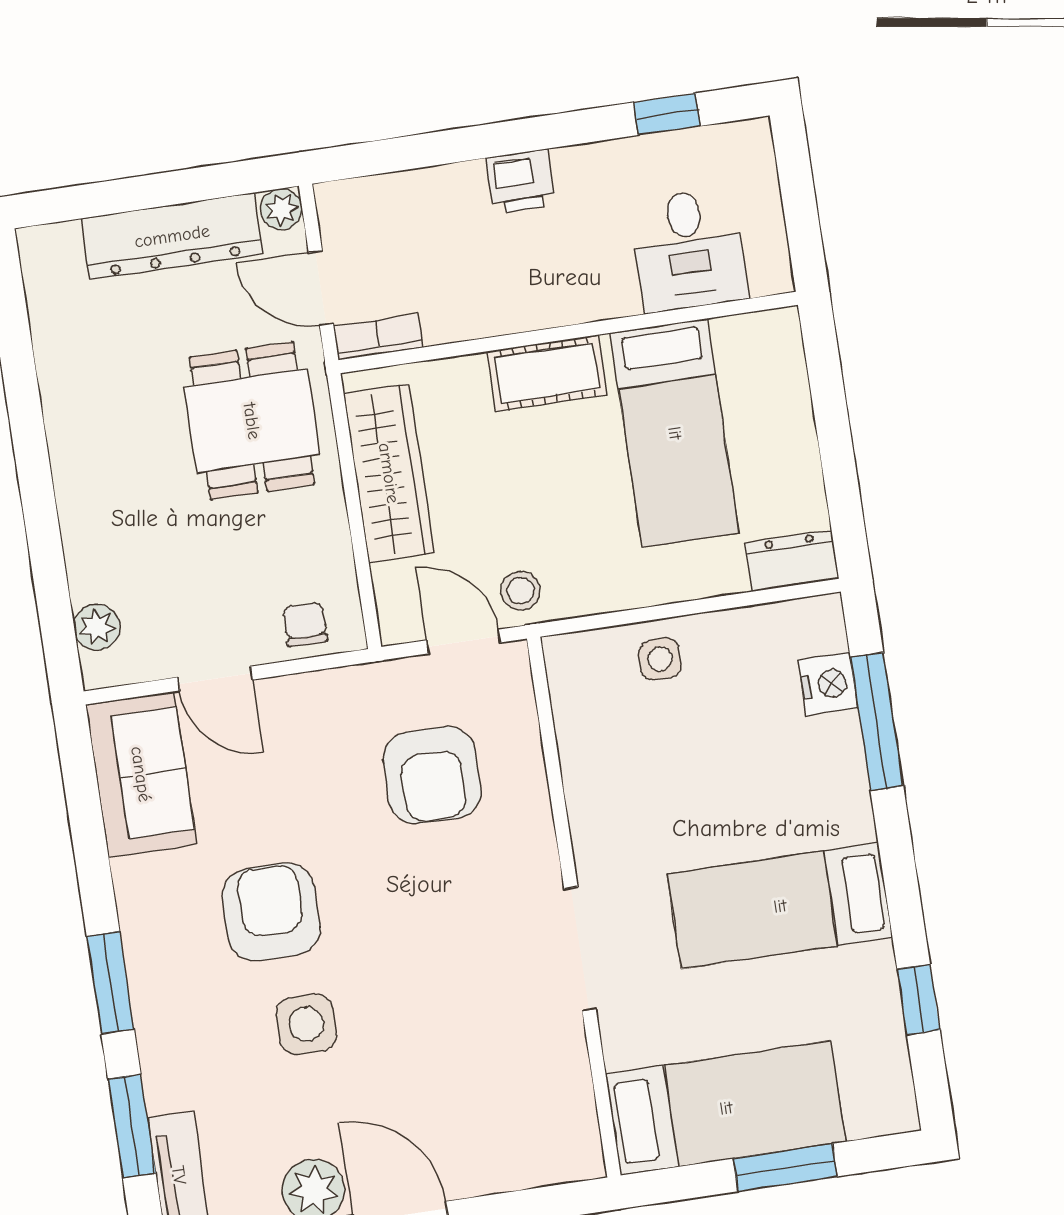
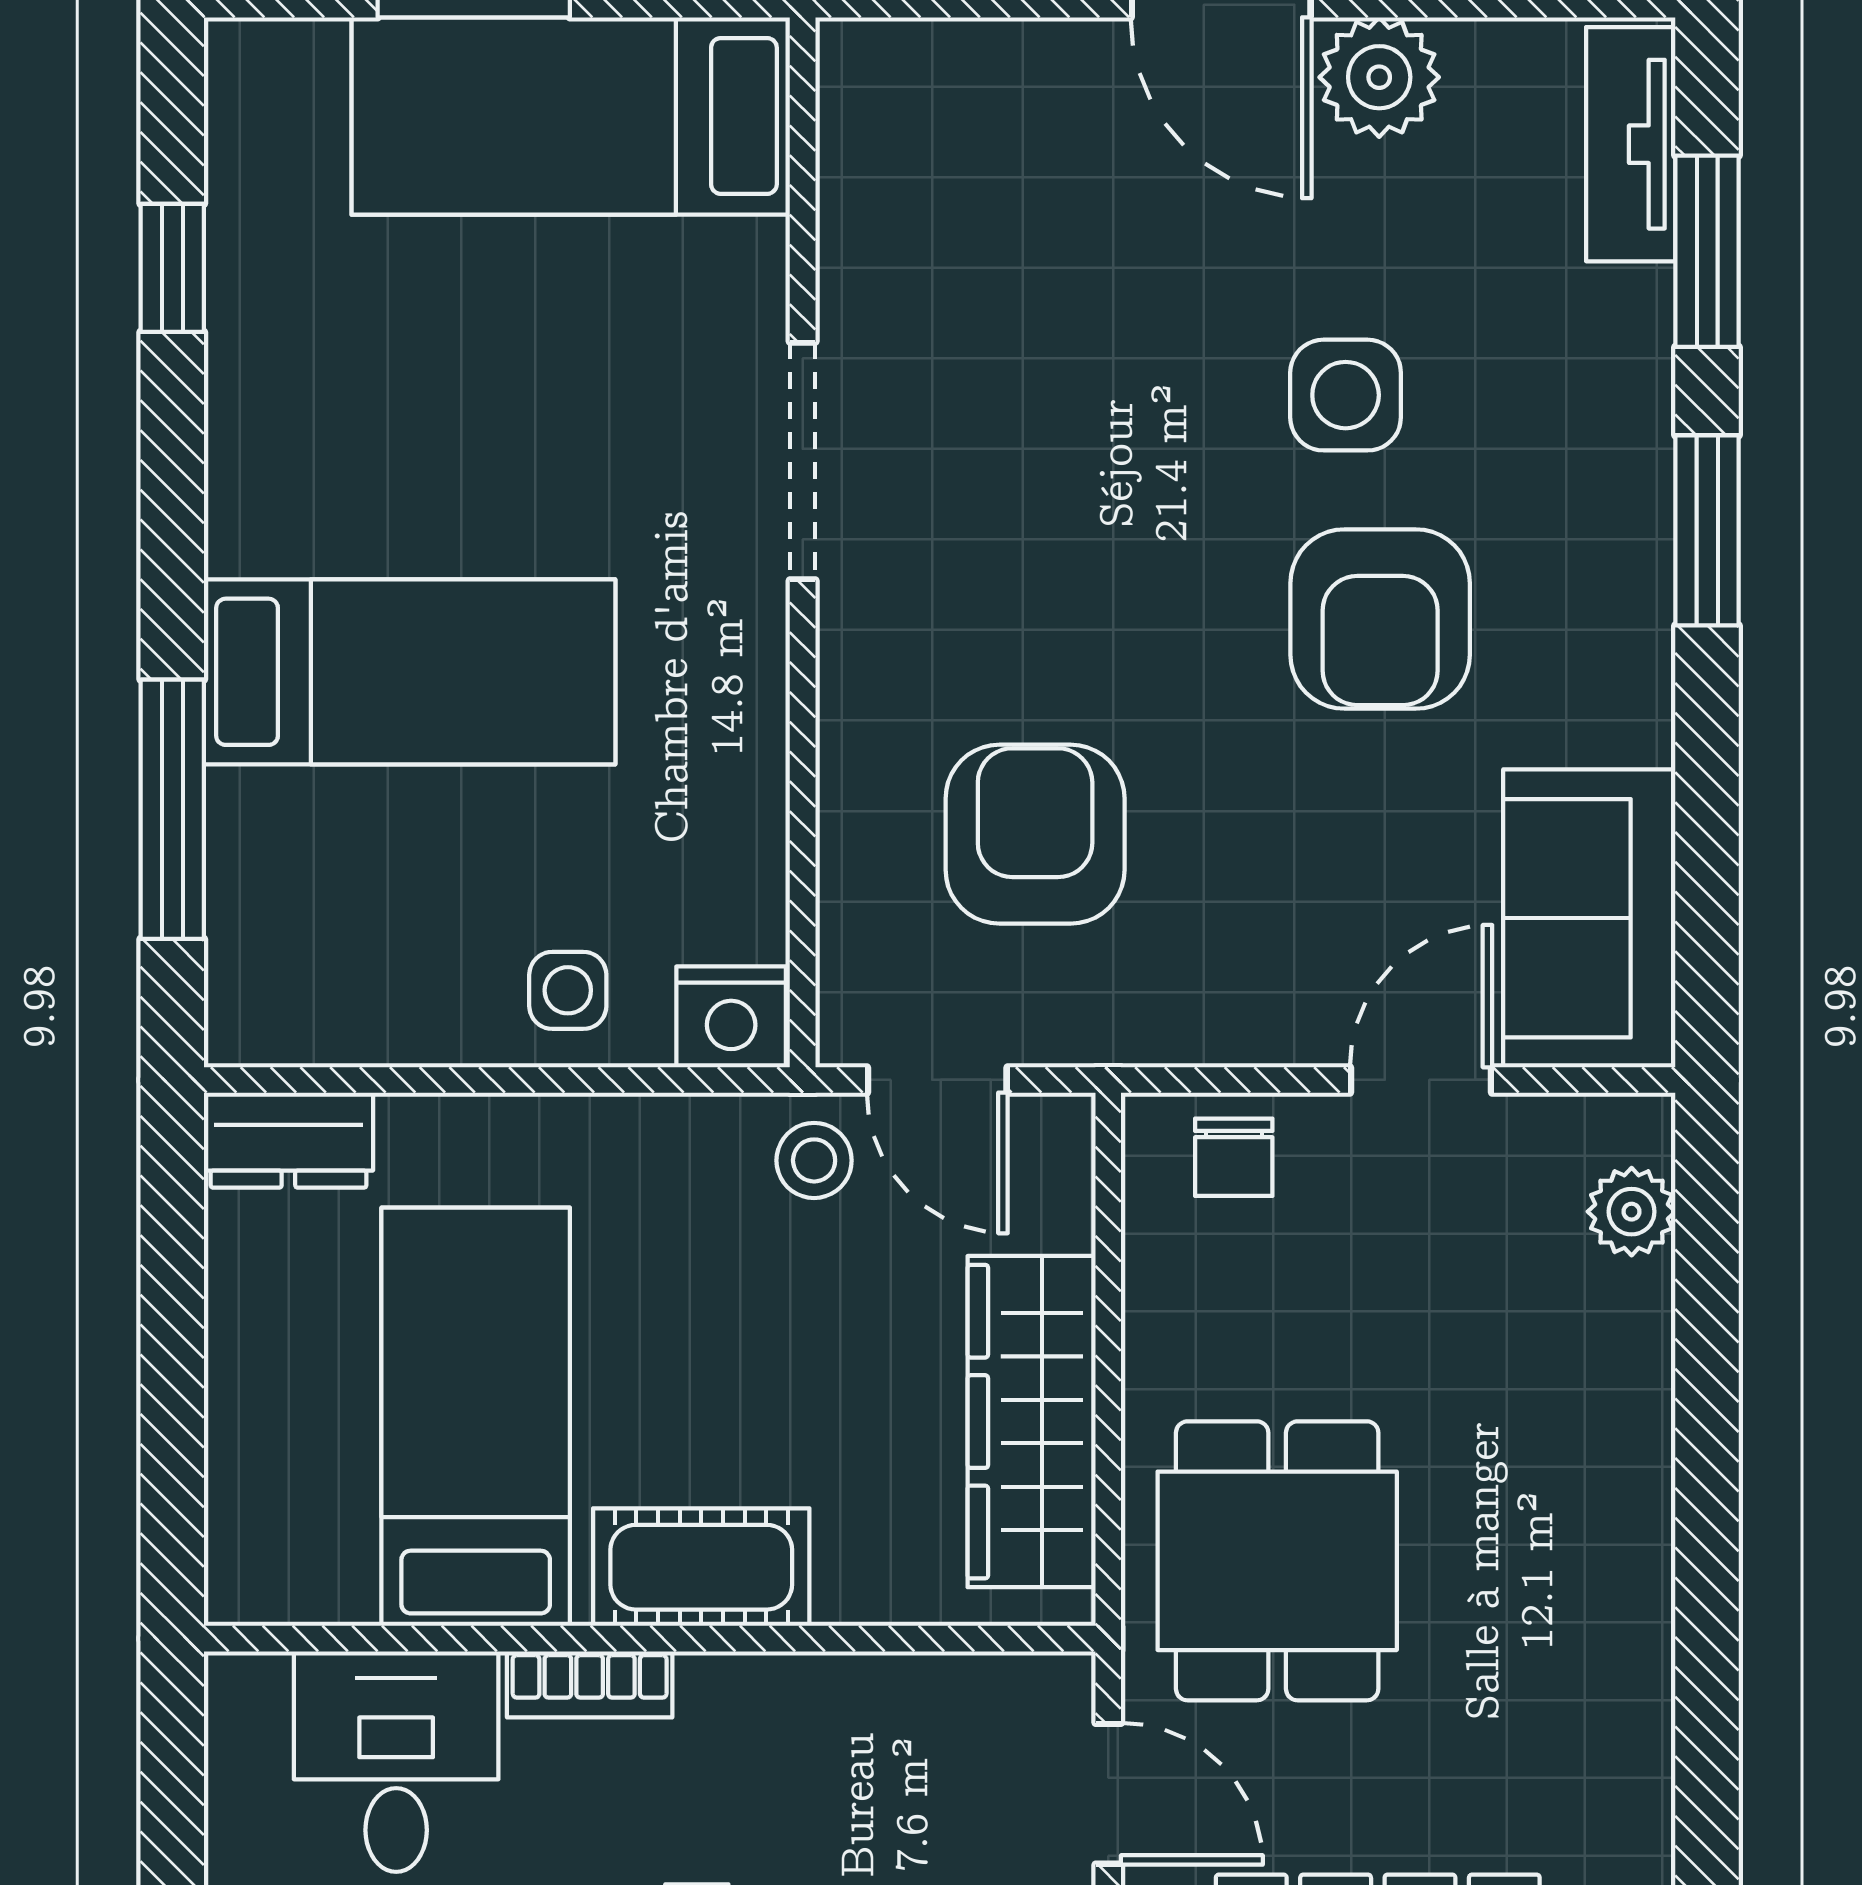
bookcase: (378, 337) -> (590, 1684), moved
door: (215, 679) -> (1421, 1080), hinge flipped
nightstand: (828, 684) -> (731, 1017), moved, turned -90
bed: (780, 906) -> (410, 672), moved

